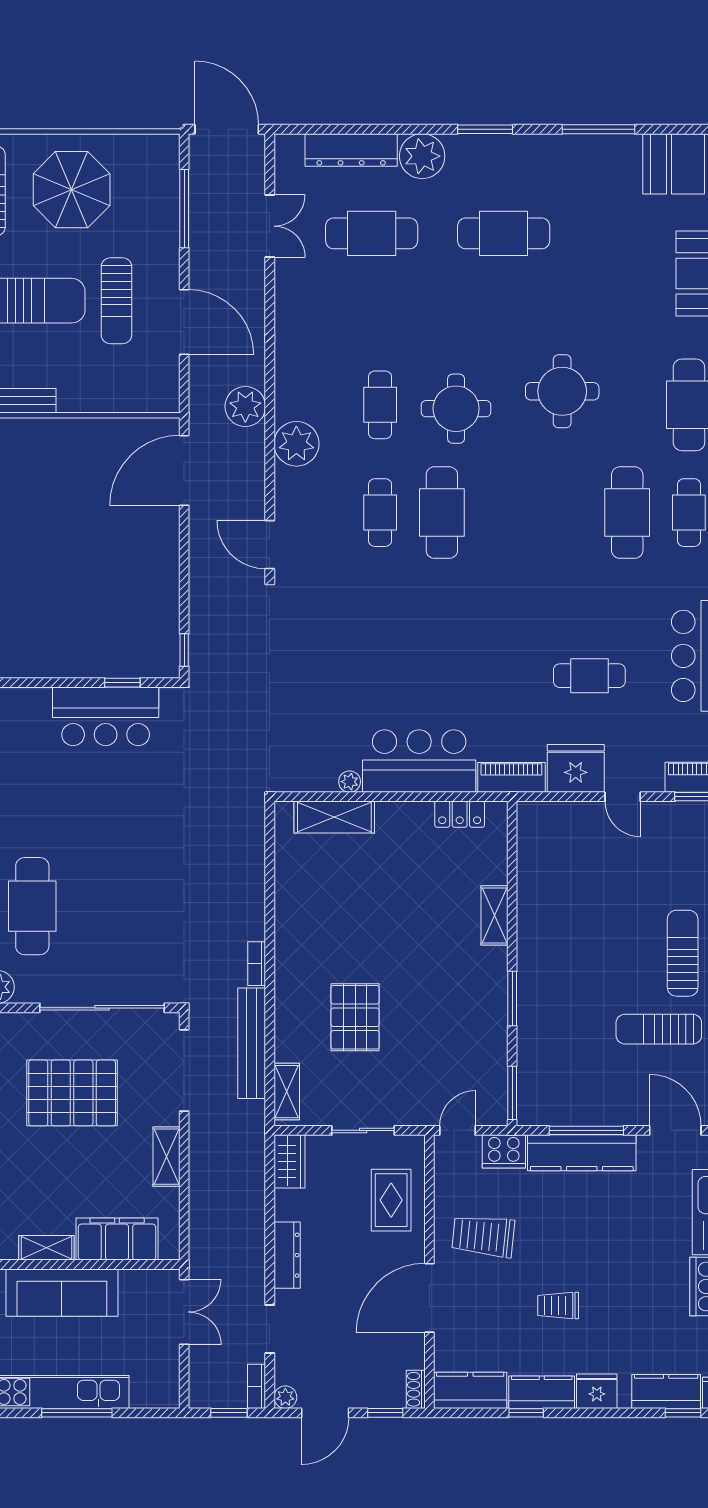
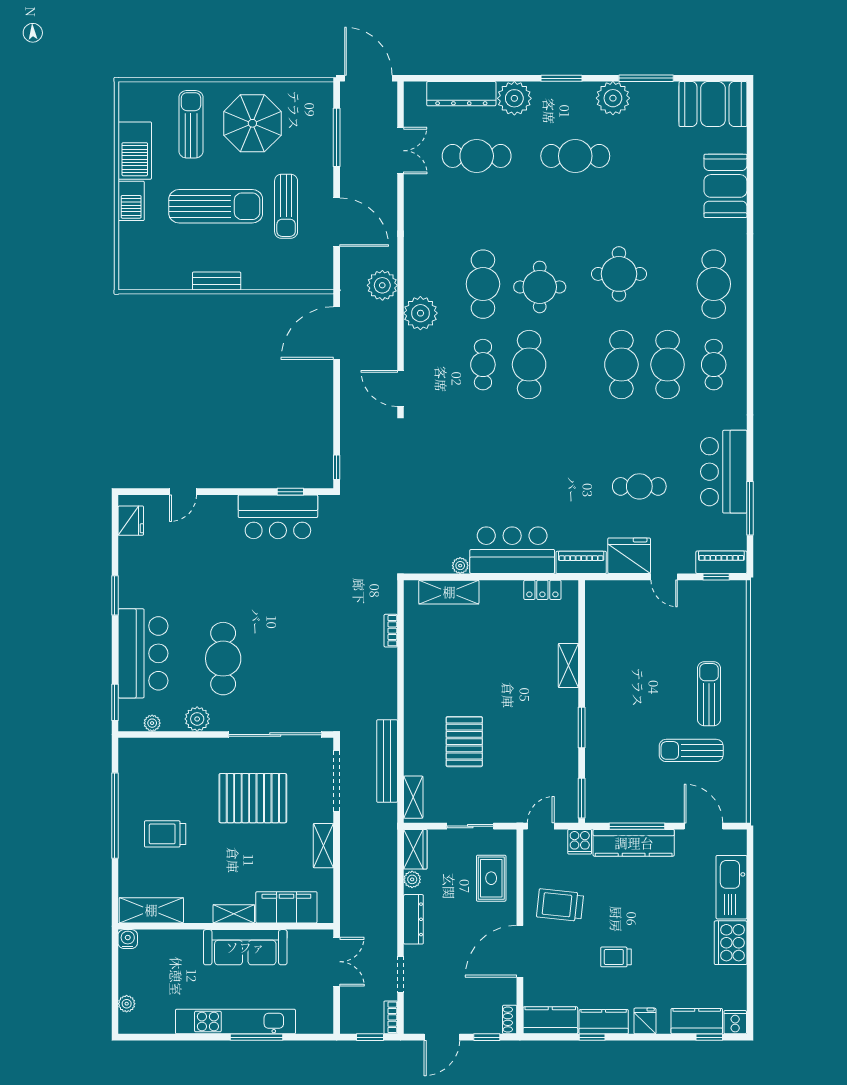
plant: (554, 156) -> (613, 98), added
cafe table: (380, 405) -> (483, 284), width x1.37, depth x1.35
cafe table: (565, 513) -> (621, 365), added
bookcase: (257, 964) -> (391, 631), moved
cooker: (504, 1151) -> (580, 842), width x0.73
fridge: (597, 1391) -> (645, 1021), width x0.72
plant: (285, 1397) -> (412, 879), moved

